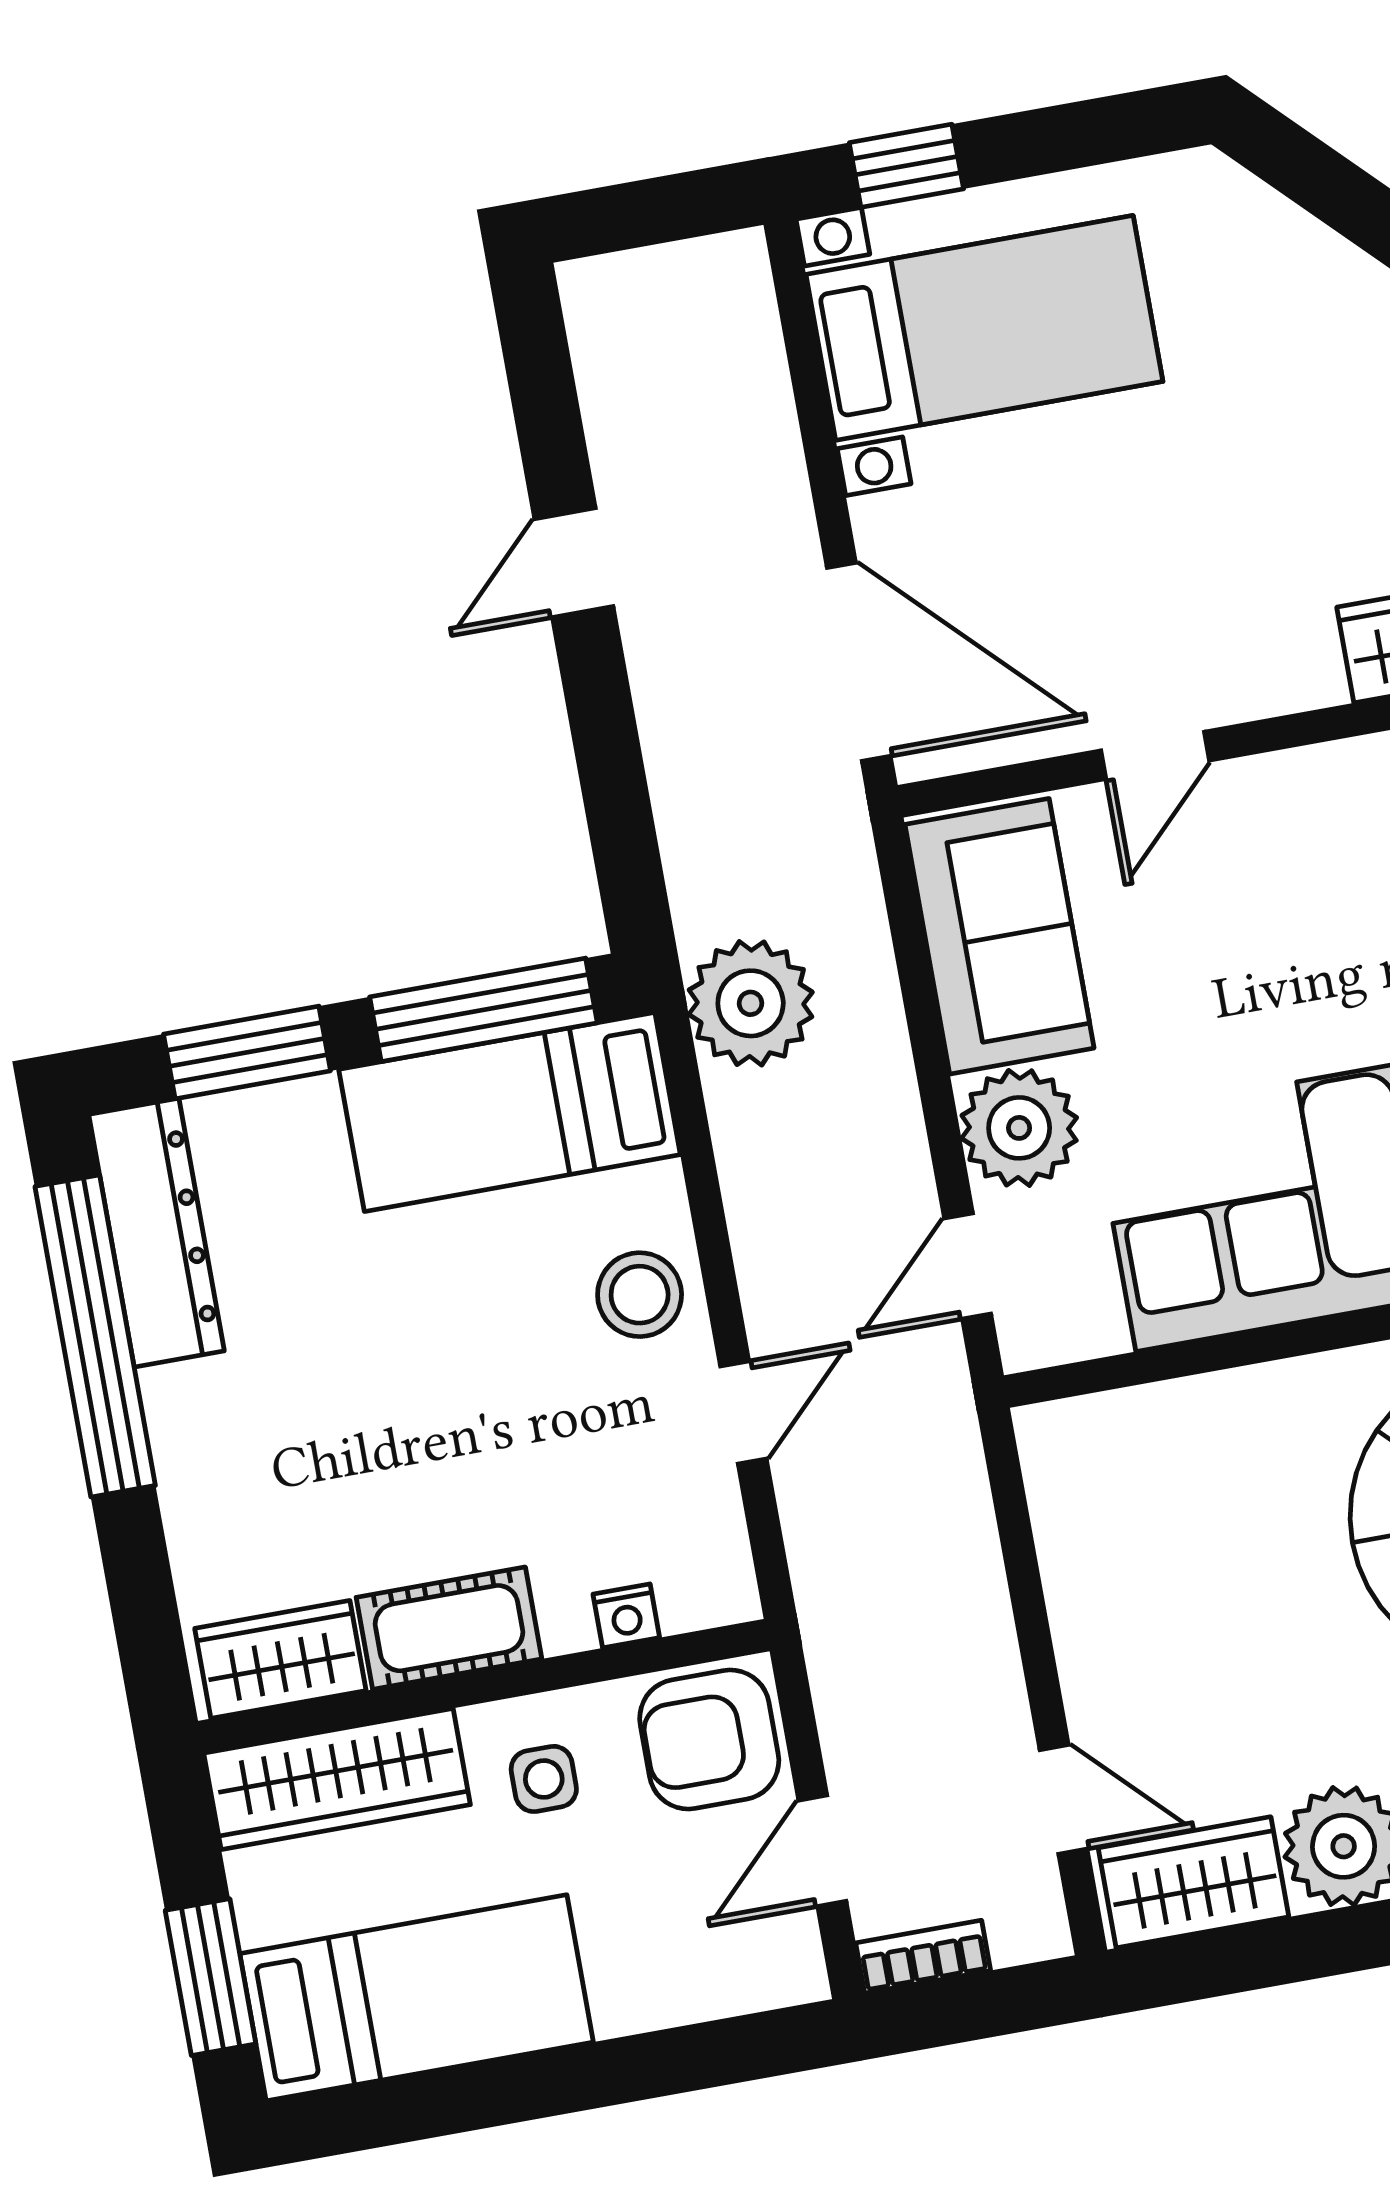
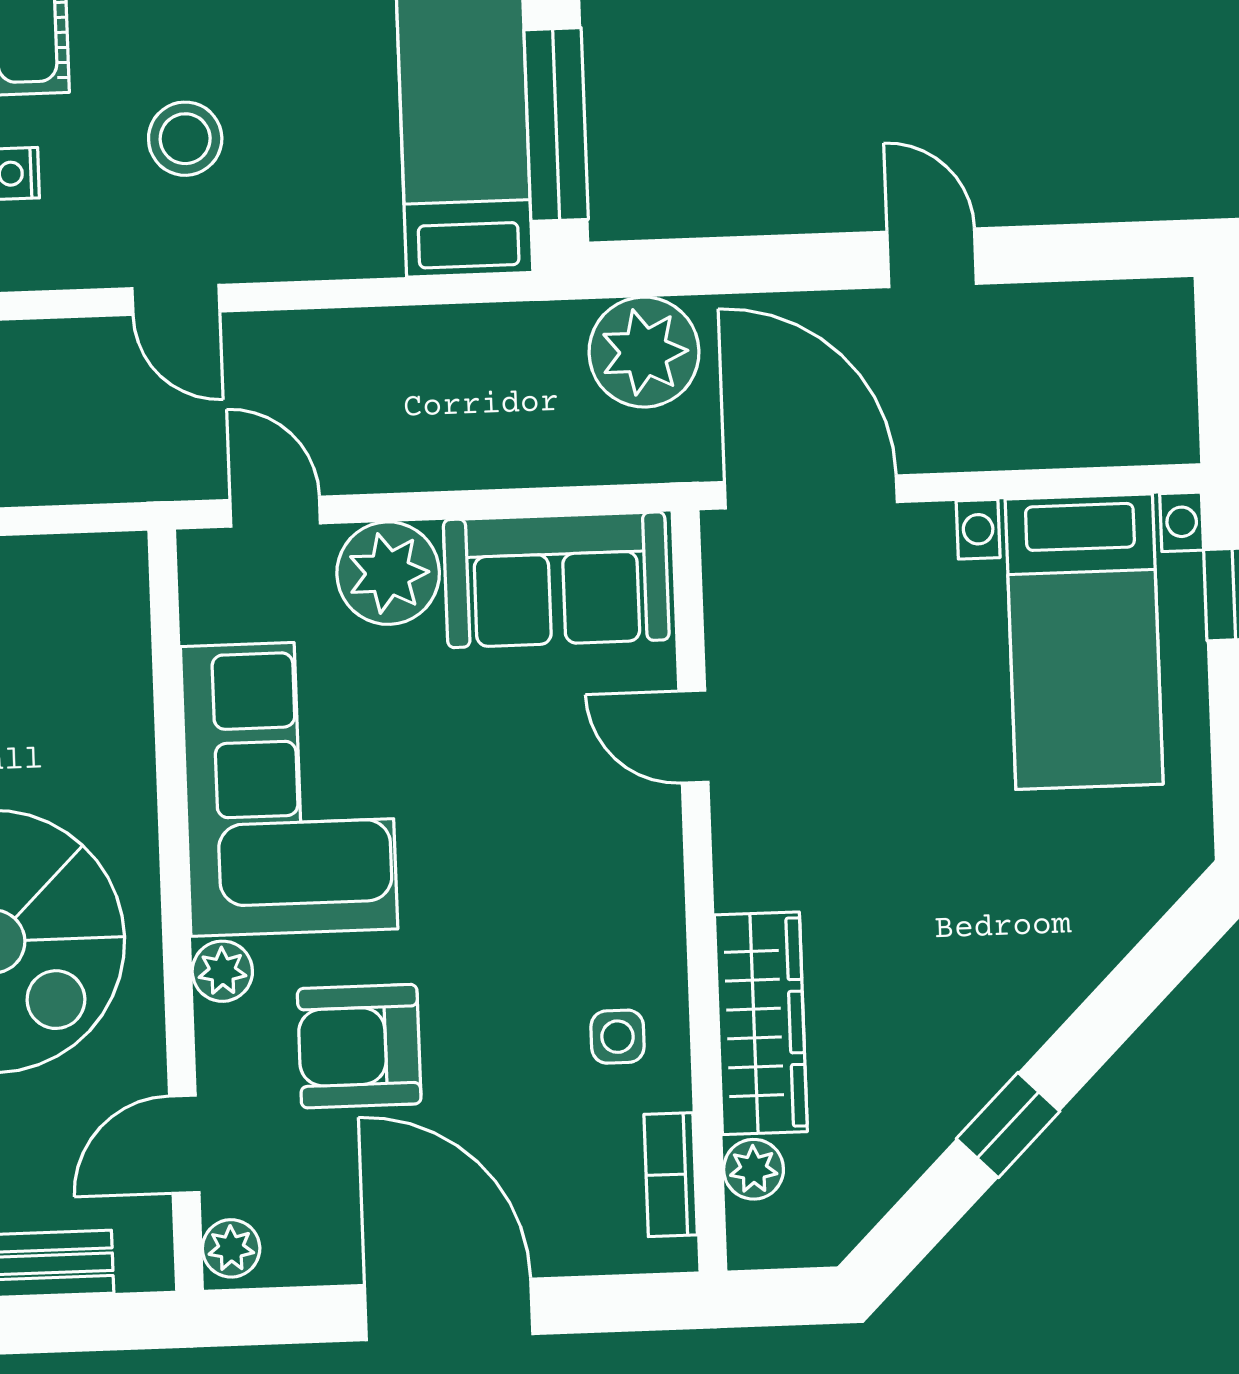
door: (859, 662) -> (811, 492), swing flipped
plant: (751, 1003) -> (644, 352), moved
stool: (640, 1295) -> (185, 139), moved

